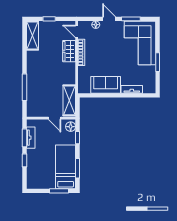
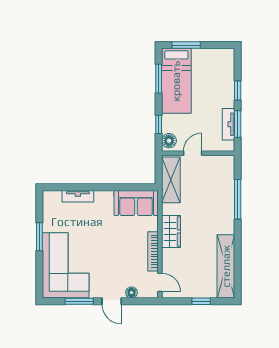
shelving: (32, 35) -> (226, 266), width x1.47
wardrobe: (69, 51) -> (171, 232), moved
sofa: (106, 85) -> (136, 203), moved
door: (55, 118) -> (193, 153), hinge flipped

